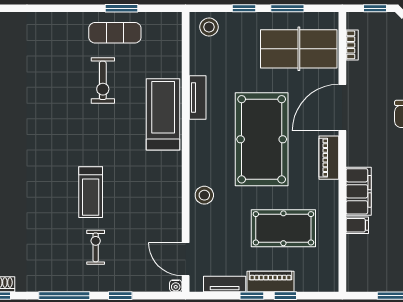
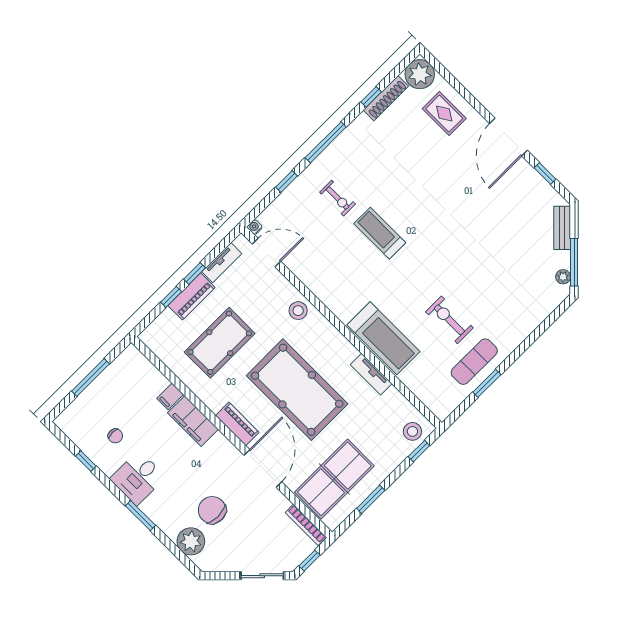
window: (244, 8) -> (419, 451), moved
bookcase: (352, 45) -> (306, 525), width x1.56

